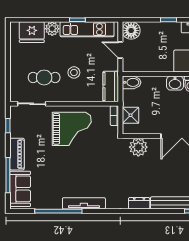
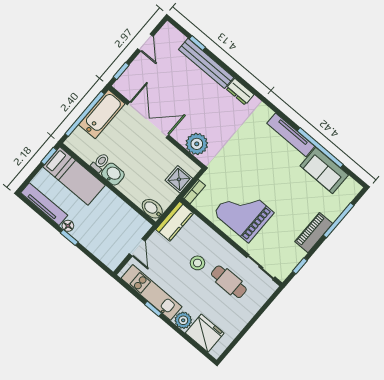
floor lamp: (131, 31) -> (68, 226), moved, width x0.53, depth x0.53
sofa: (20, 189) -> (324, 170), moved, turned -90

